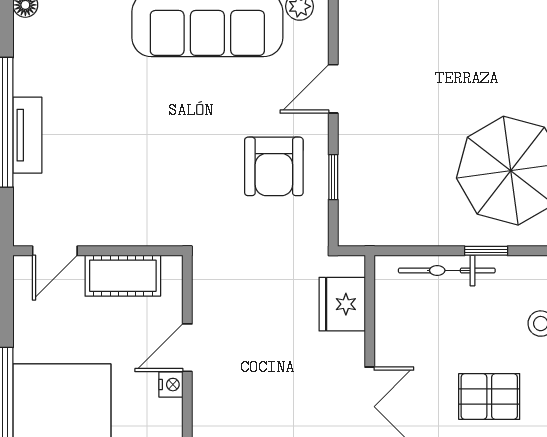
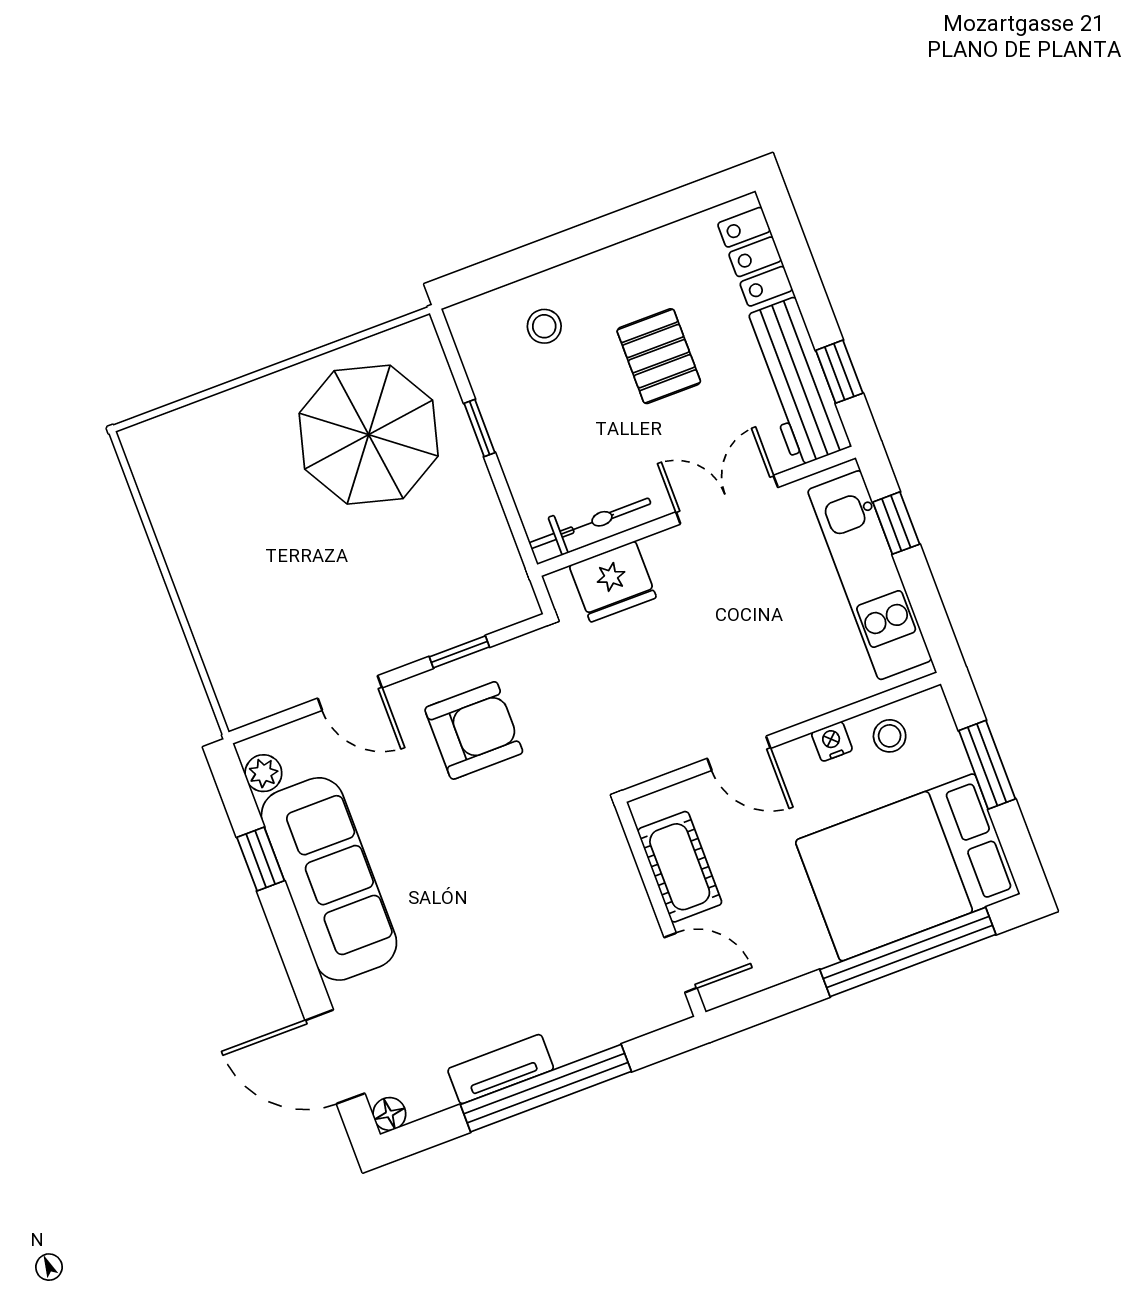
tv unit: (27, 135) -> (501, 1069), moved
bicycle: (447, 270) -> (590, 523), moved, turned -90
nightstand: (171, 385) -> (832, 741), moved

